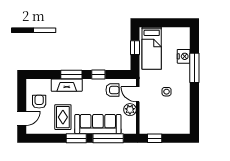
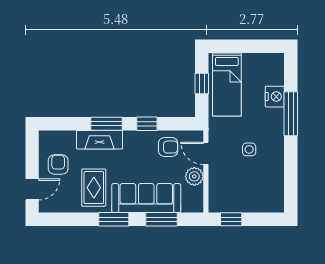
window: (108, 138) -> (161, 219), width x0.69

